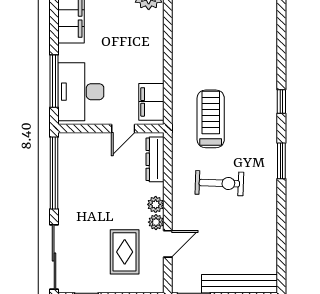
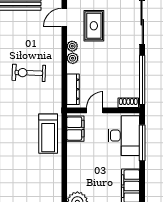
treadmill: (211, 119) -> (48, 134), moved
shoe rack: (74, 140) -> (128, 103), added
door: (168, 244) -> (64, 18), moved

